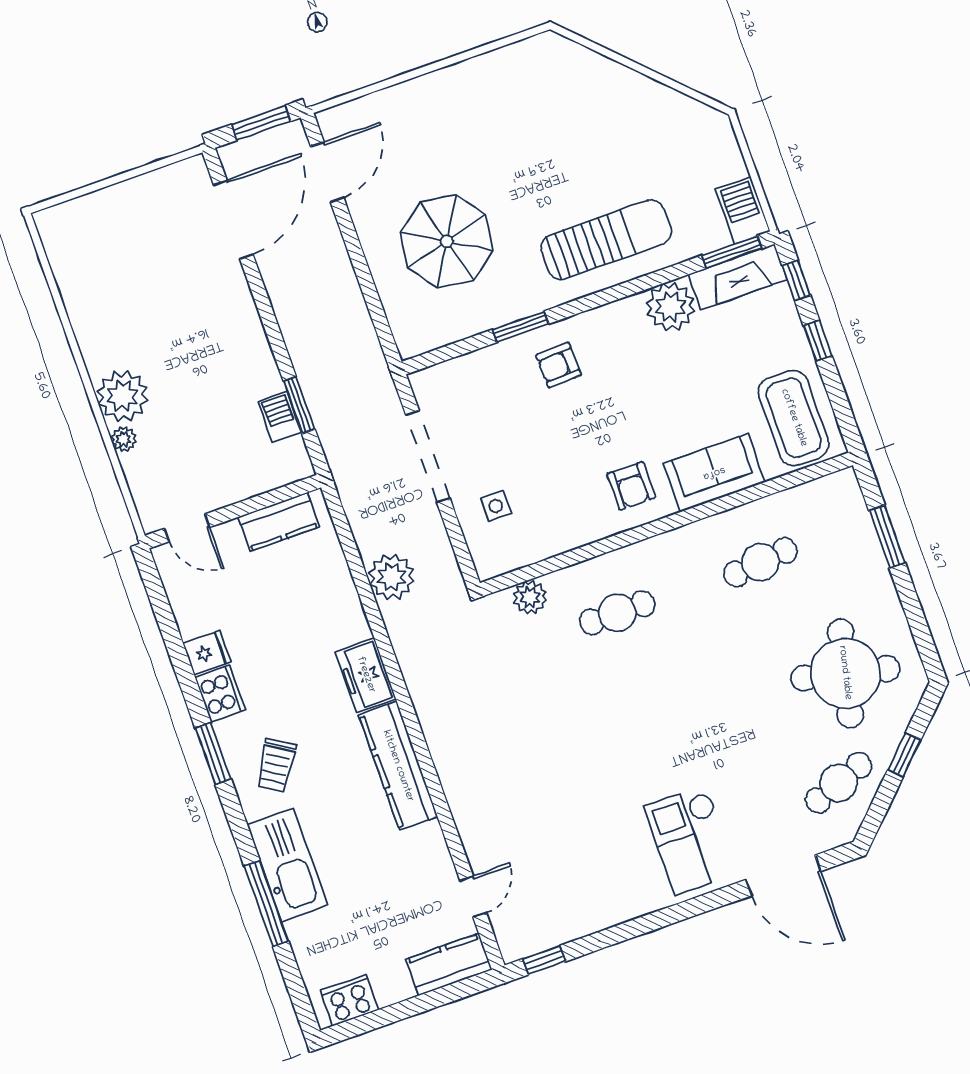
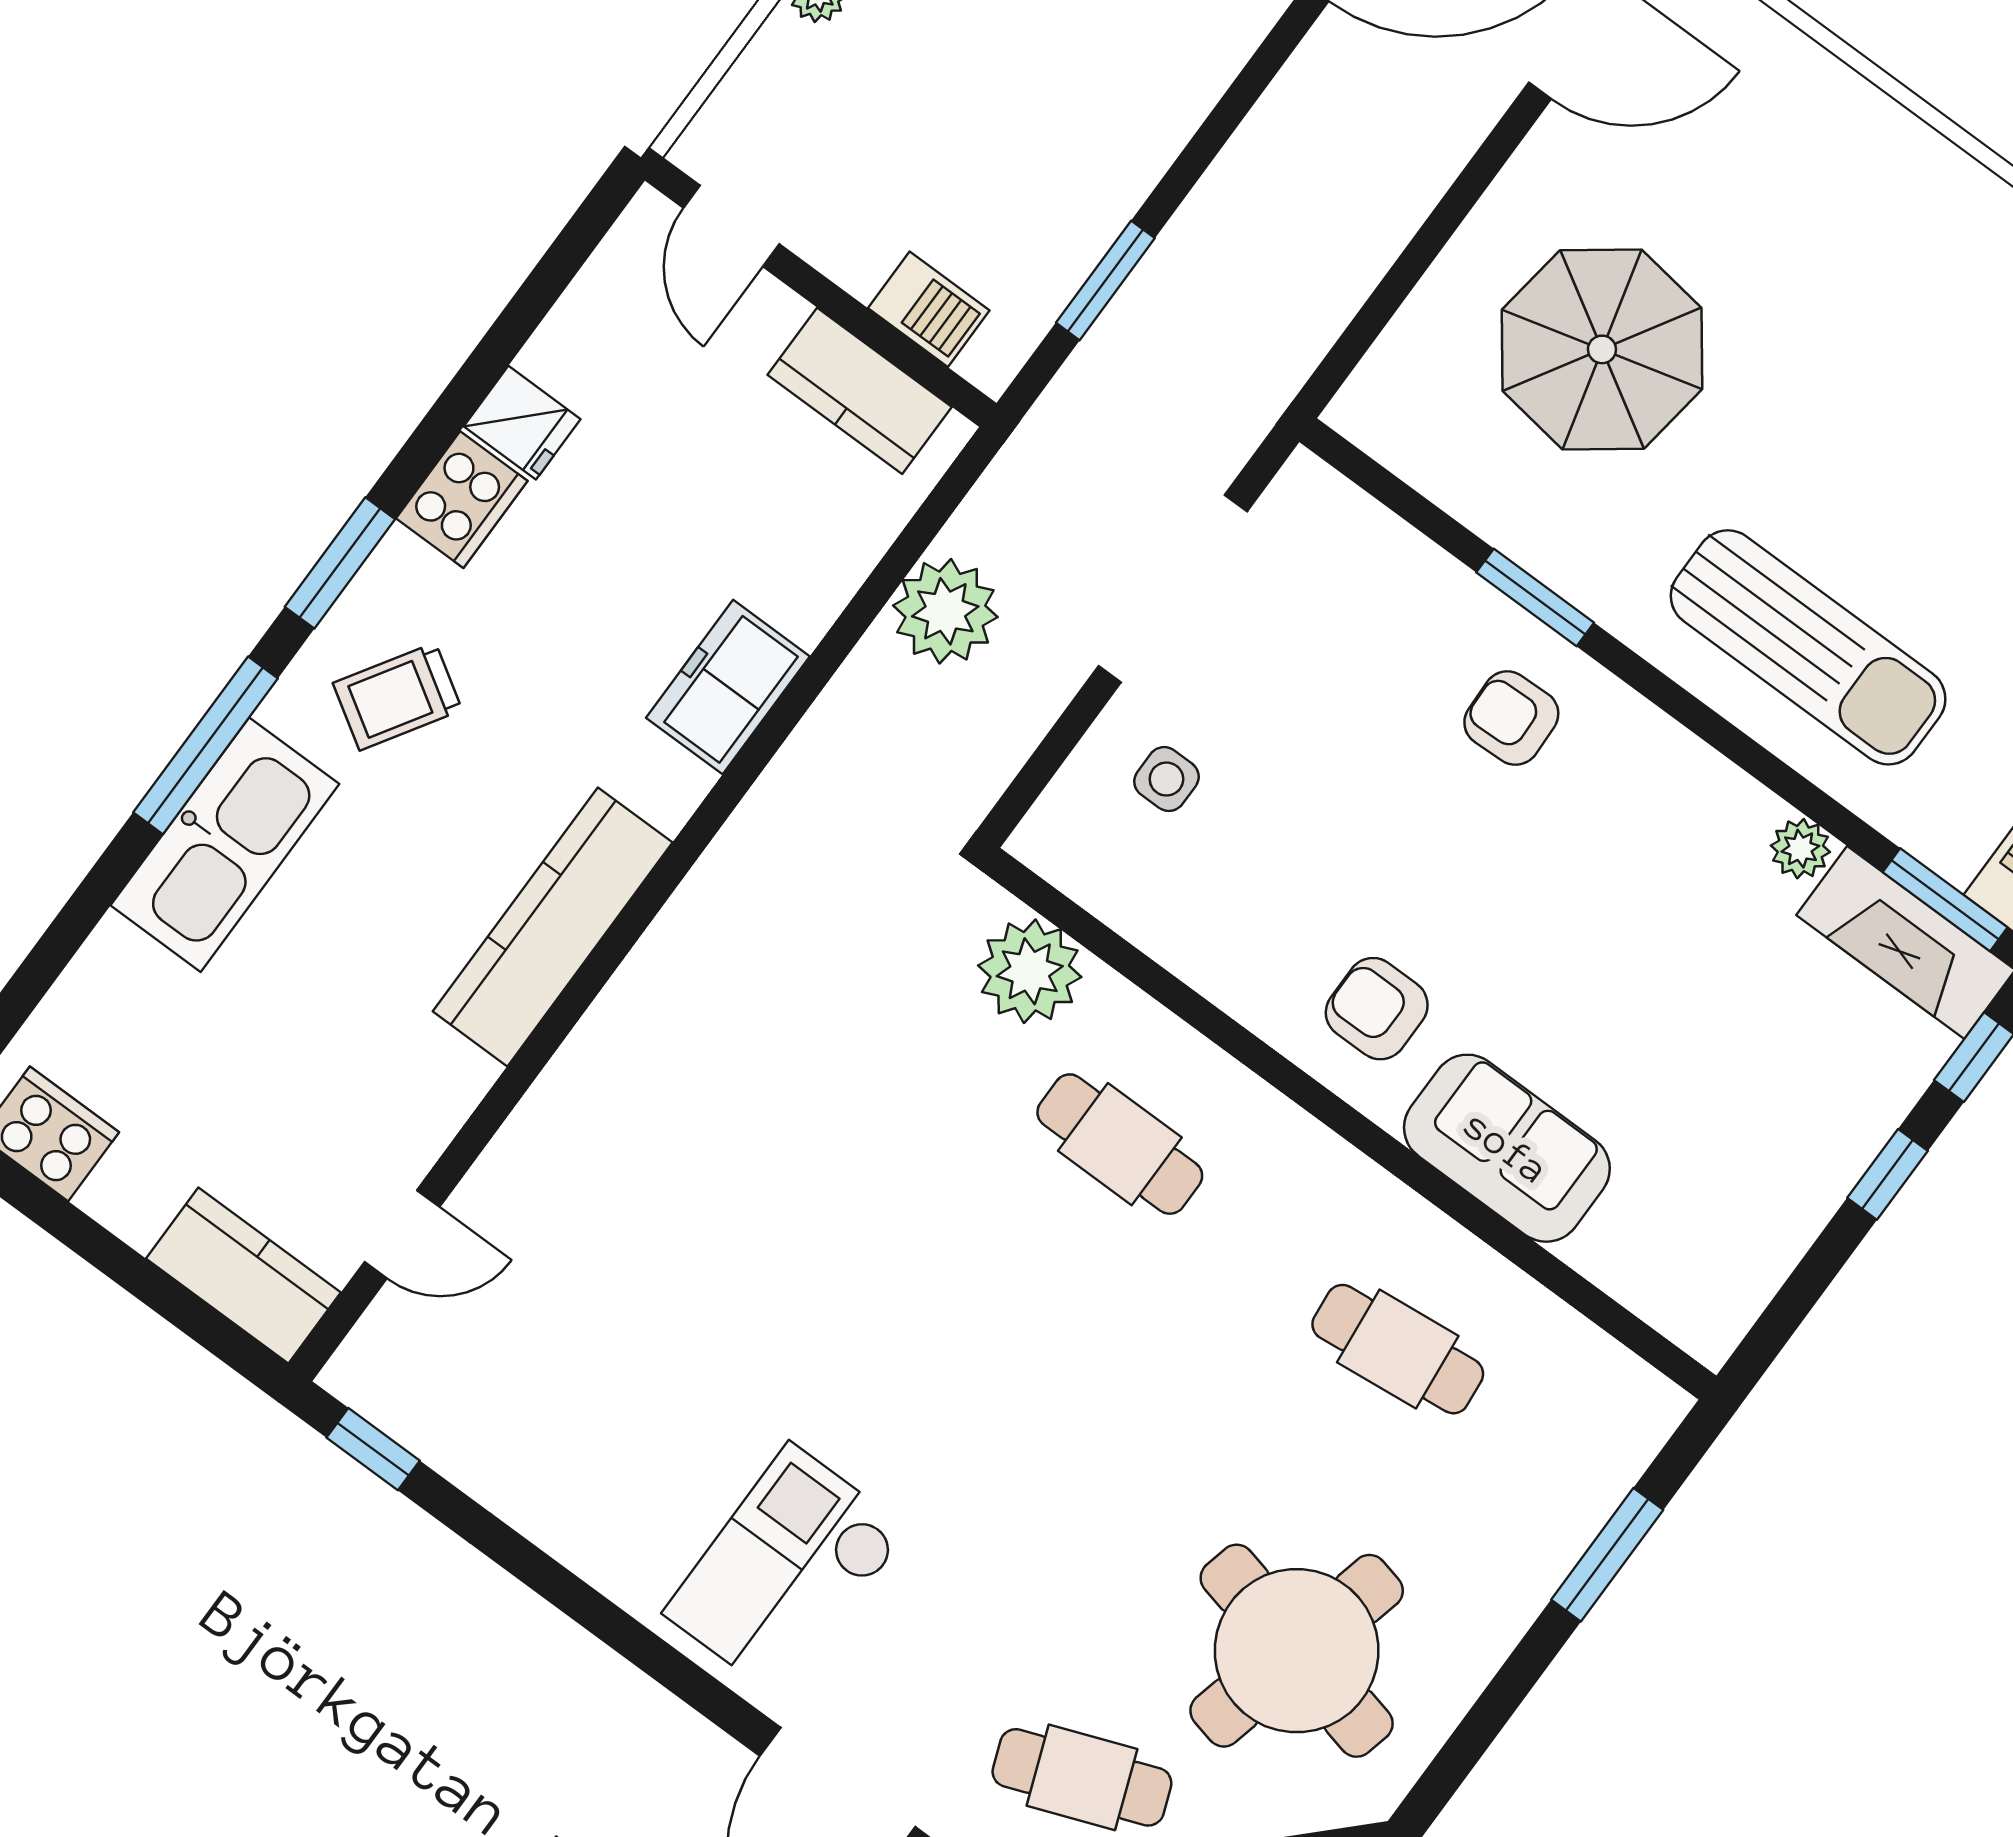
plant: (670, 307) -> (1800, 849), width x0.53, depth x0.53
barbecue: (280, 417) -> (929, 309), moved, turned 90
coffee table: (794, 418) -> (1711, 1228), removed
armchair: (631, 486) -> (1377, 1009), turned 90
plant: (391, 577) -> (945, 611), moved
plant: (530, 597) -> (1030, 971), width x1.36, depth x1.36
freezer: (366, 675) -> (728, 687), moved
window: (266, 903) -> (205, 745), moved

